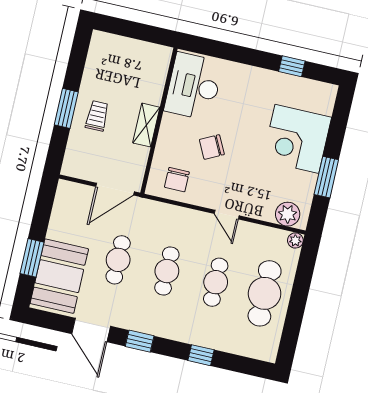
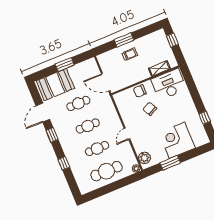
window: (124, 28) -> (172, 40), added
shelving: (146, 125) -> (159, 68), moved
chair: (177, 180) -> (140, 91), moved
window: (32, 258) -> (65, 65), moved

